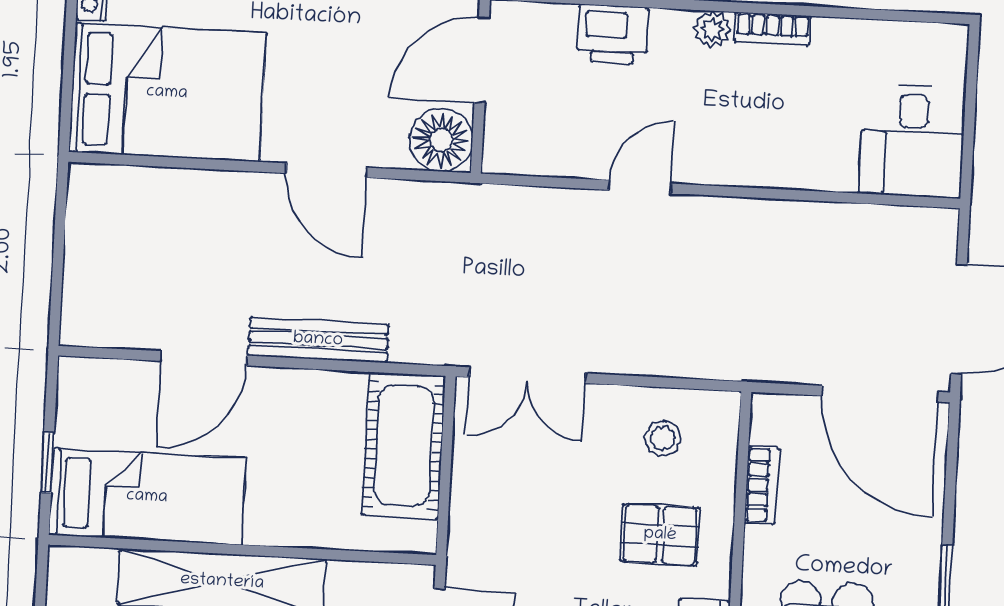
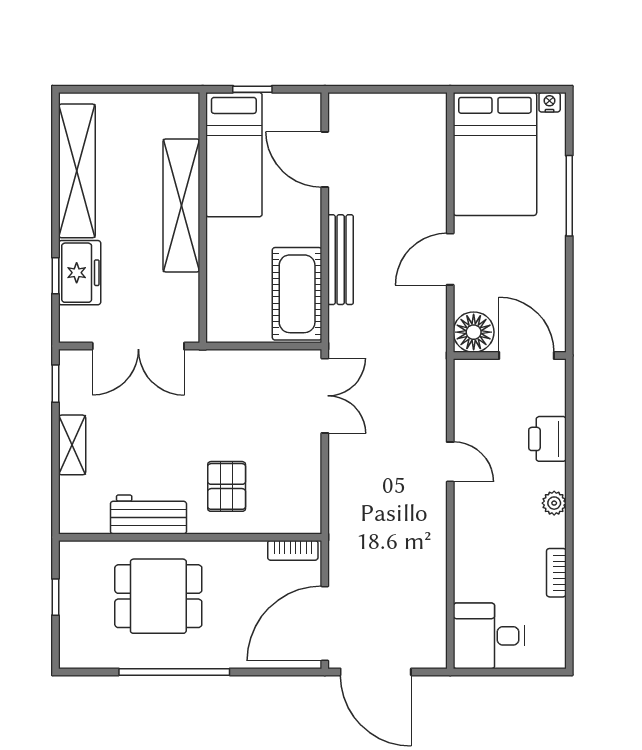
bookcase: (772, 29) -> (556, 573), moved
door: (204, 358) -> (325, 160), moved
double door: (528, 375) -> (325, 396), swing flipped
stool: (663, 438) -> (289, 485), removed
cot: (404, 446) -> (297, 294), moved, turned 90
bookcase: (762, 485) -> (293, 550), moved

